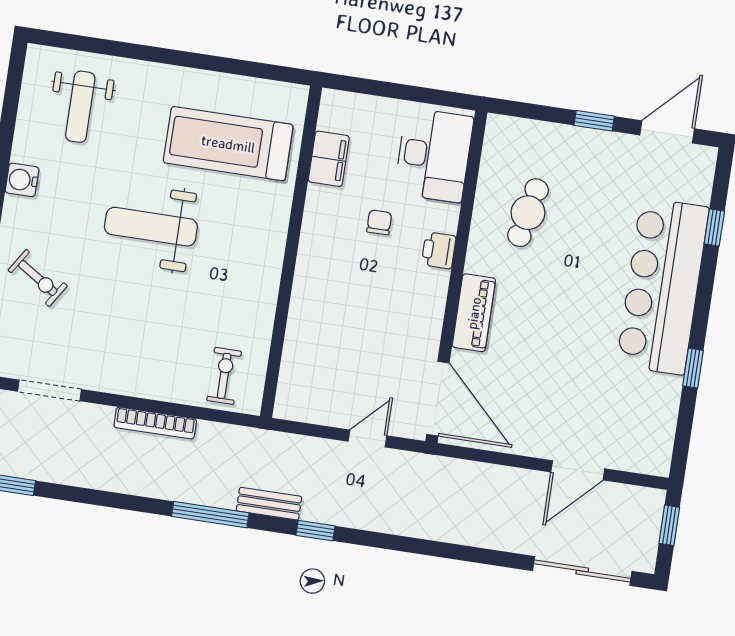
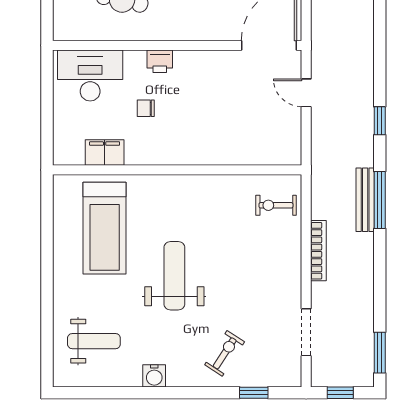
weight bench: (151, 227) -> (174, 276), turned 180
piano: (474, 313) -> (202, 28), removed
bench: (269, 504) -> (365, 200), moved, width x1.36

